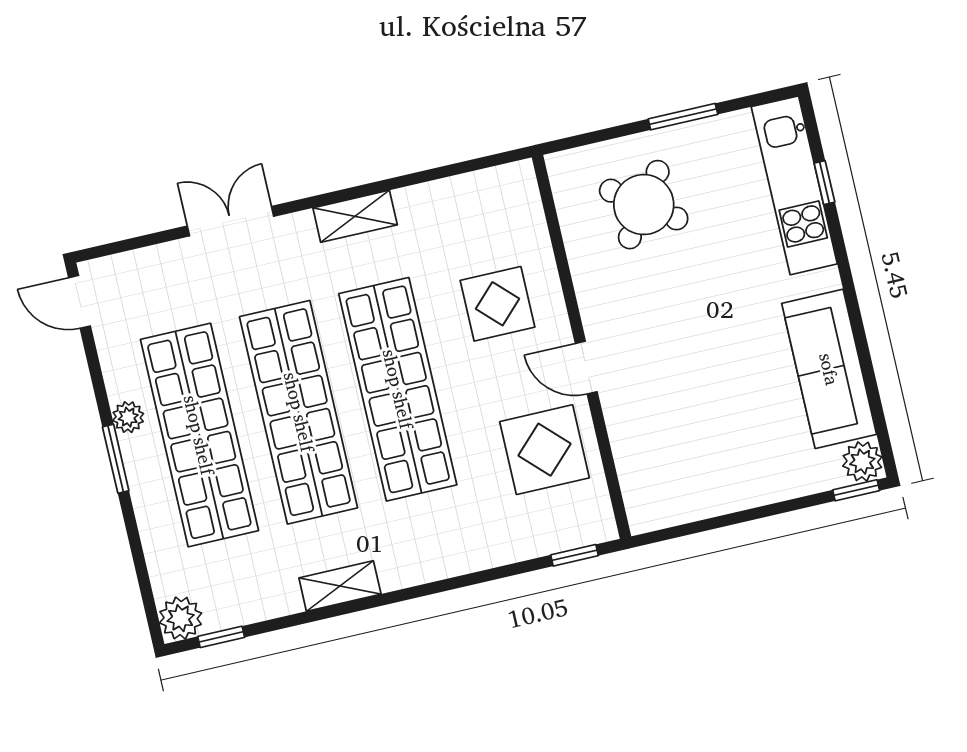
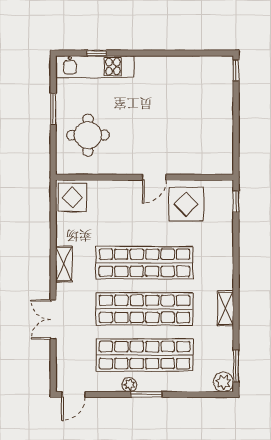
round table: (644, 205) -> (88, 135), turned -36
display table: (497, 304) -> (72, 197), moved
sofa: (829, 369) -> (180, 70), removed
plant: (862, 461) -> (224, 65), removed
window: (221, 637) -> (236, 366), width x1.50

